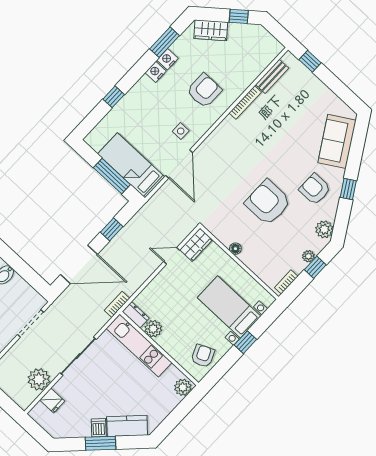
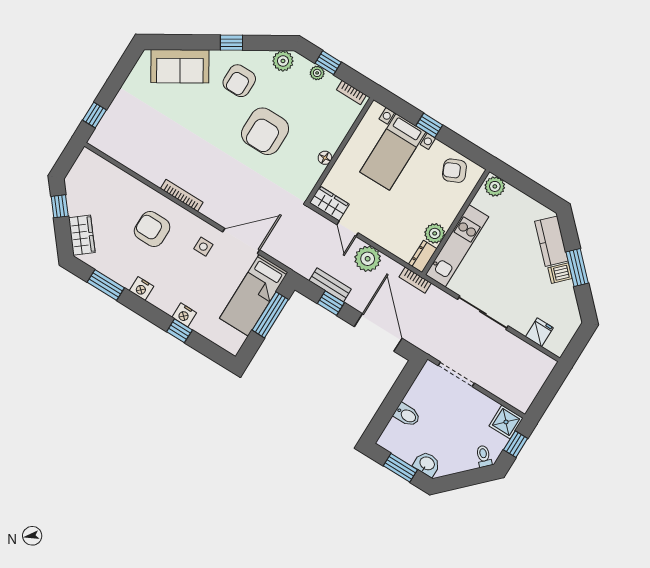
nightstand: (167, 59) -> (184, 315), moved
bench: (272, 76) -> (330, 285), moved
bookcase: (245, 102) -> (182, 195), moved
plant: (39, 379) -> (368, 259), moved

